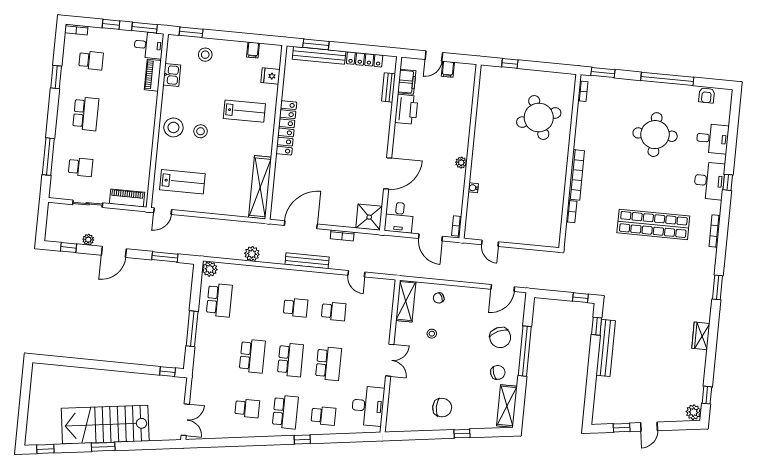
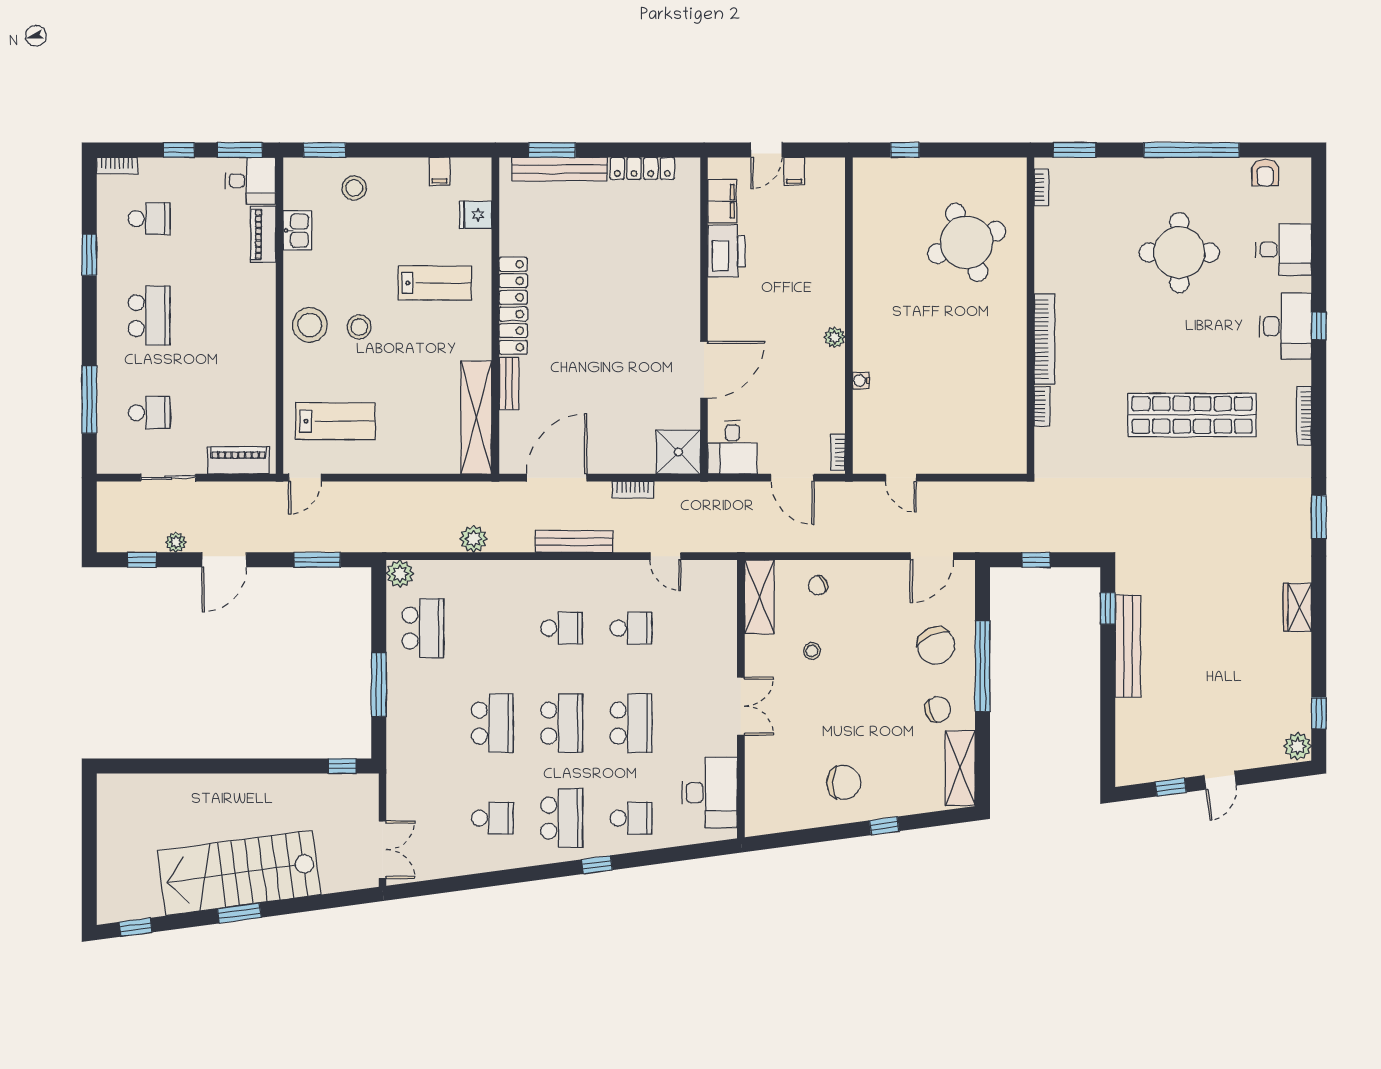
bench: (389, 87) -> (509, 384), moved
window: (580, 298) -> (1036, 560), moved

